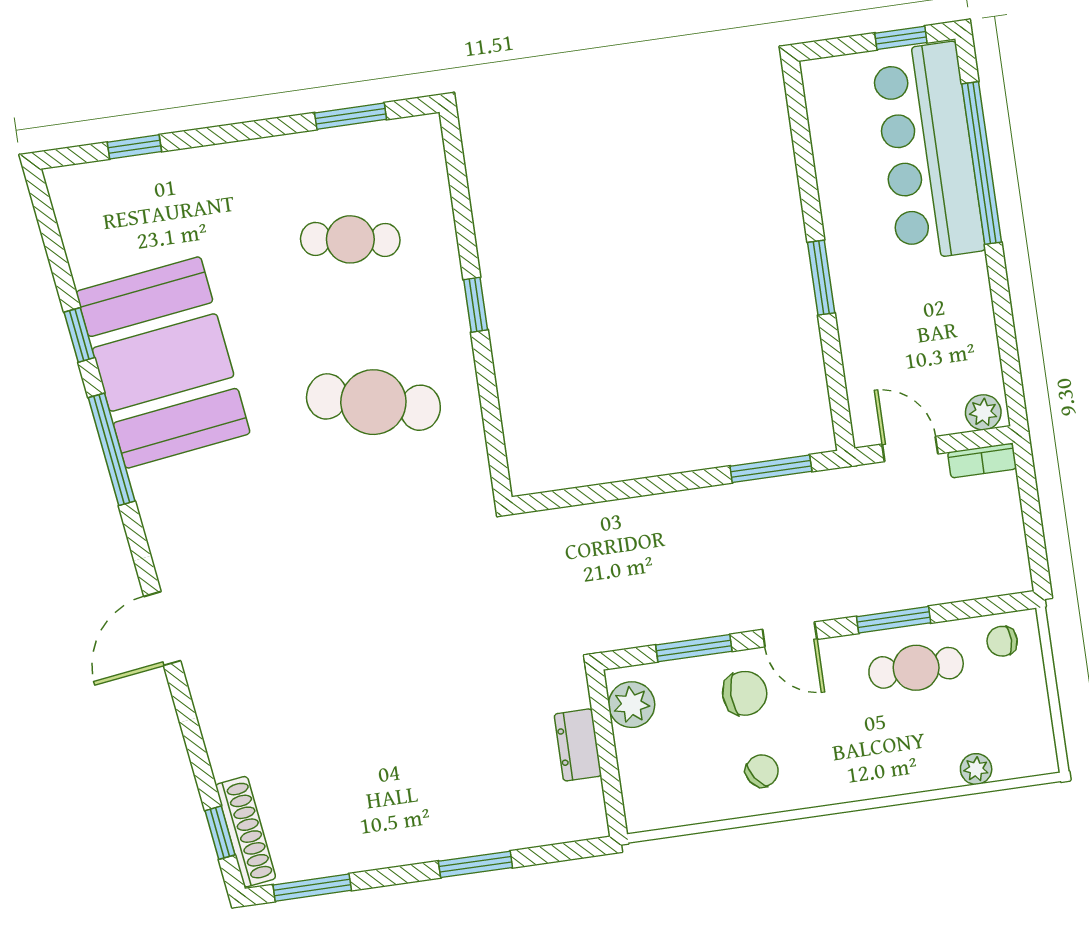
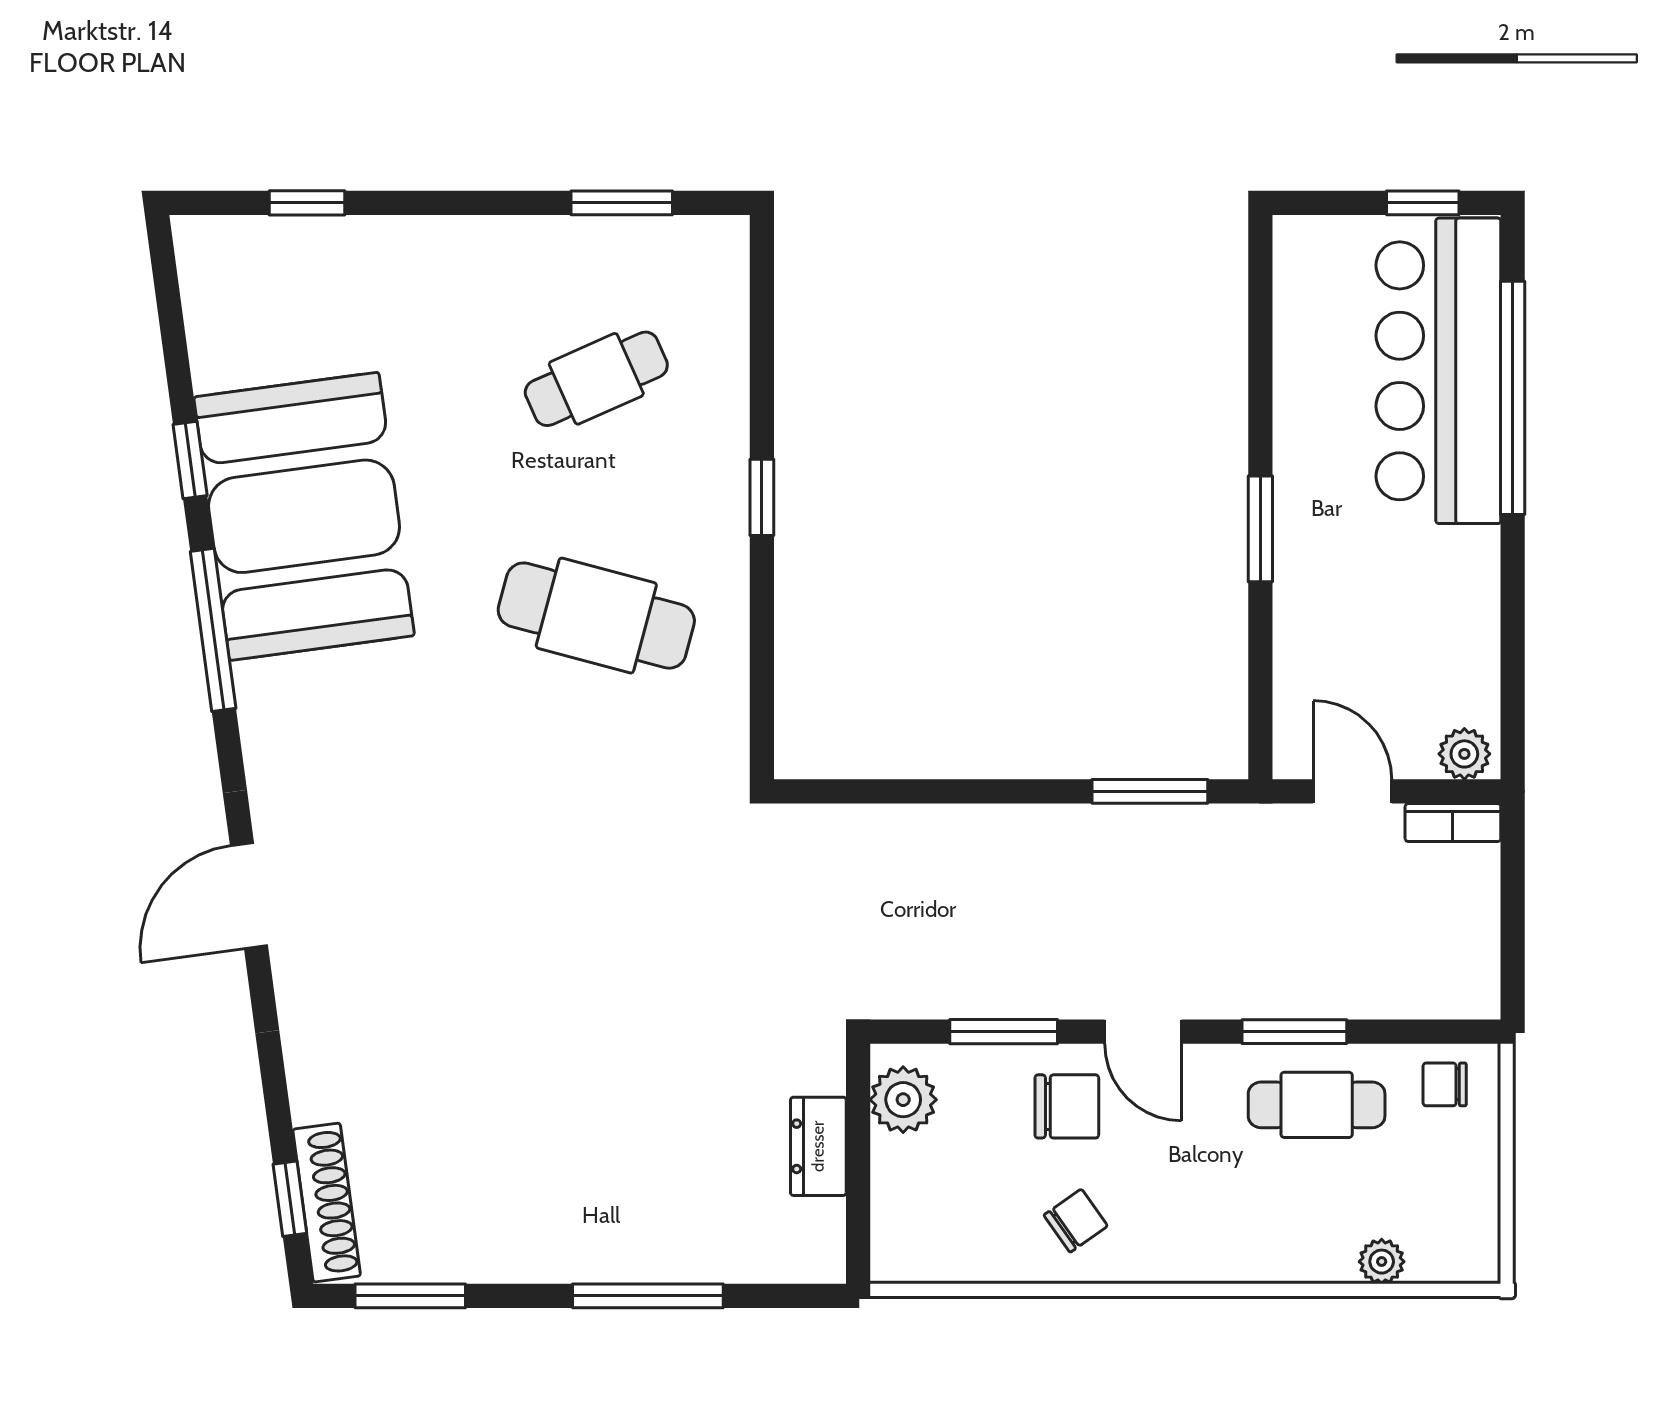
cafe table: (350, 239) -> (596, 379), turned -33
window: (475, 864) -> (648, 1296), width x1.44

